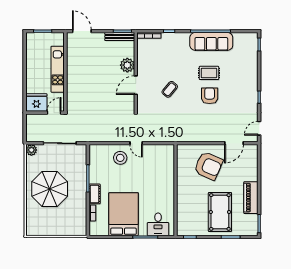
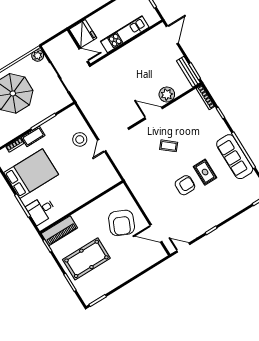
piano: (251, 198) -> (59, 231), moved, turned 180

